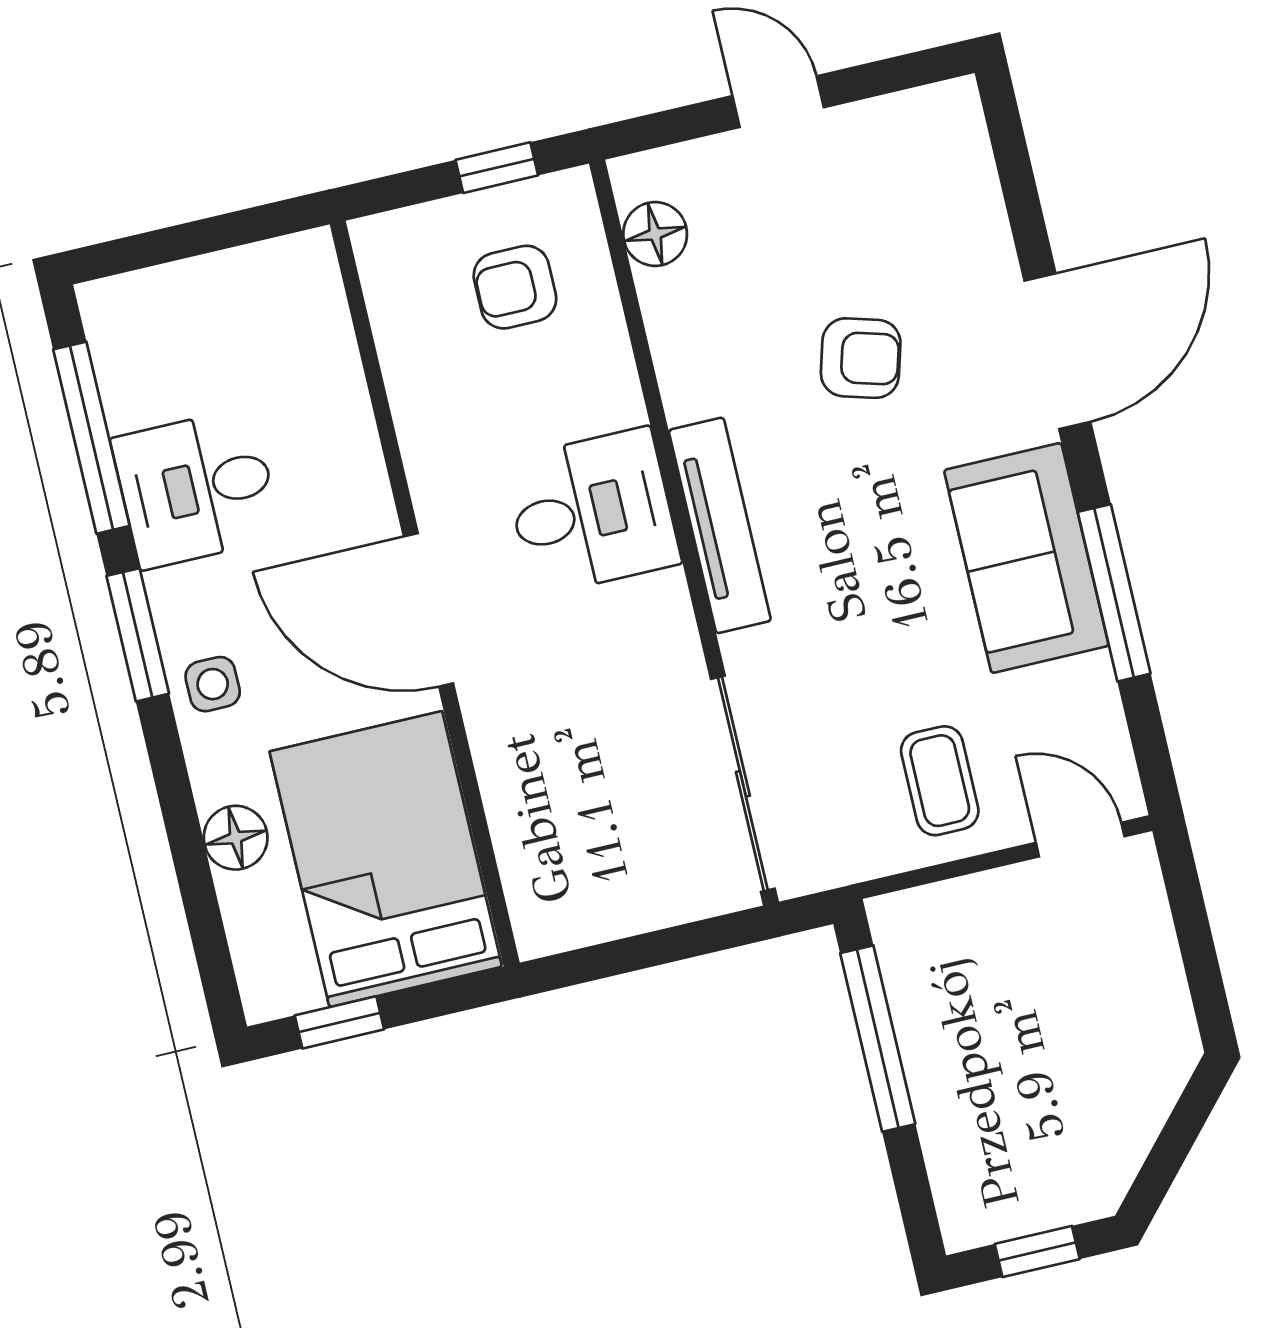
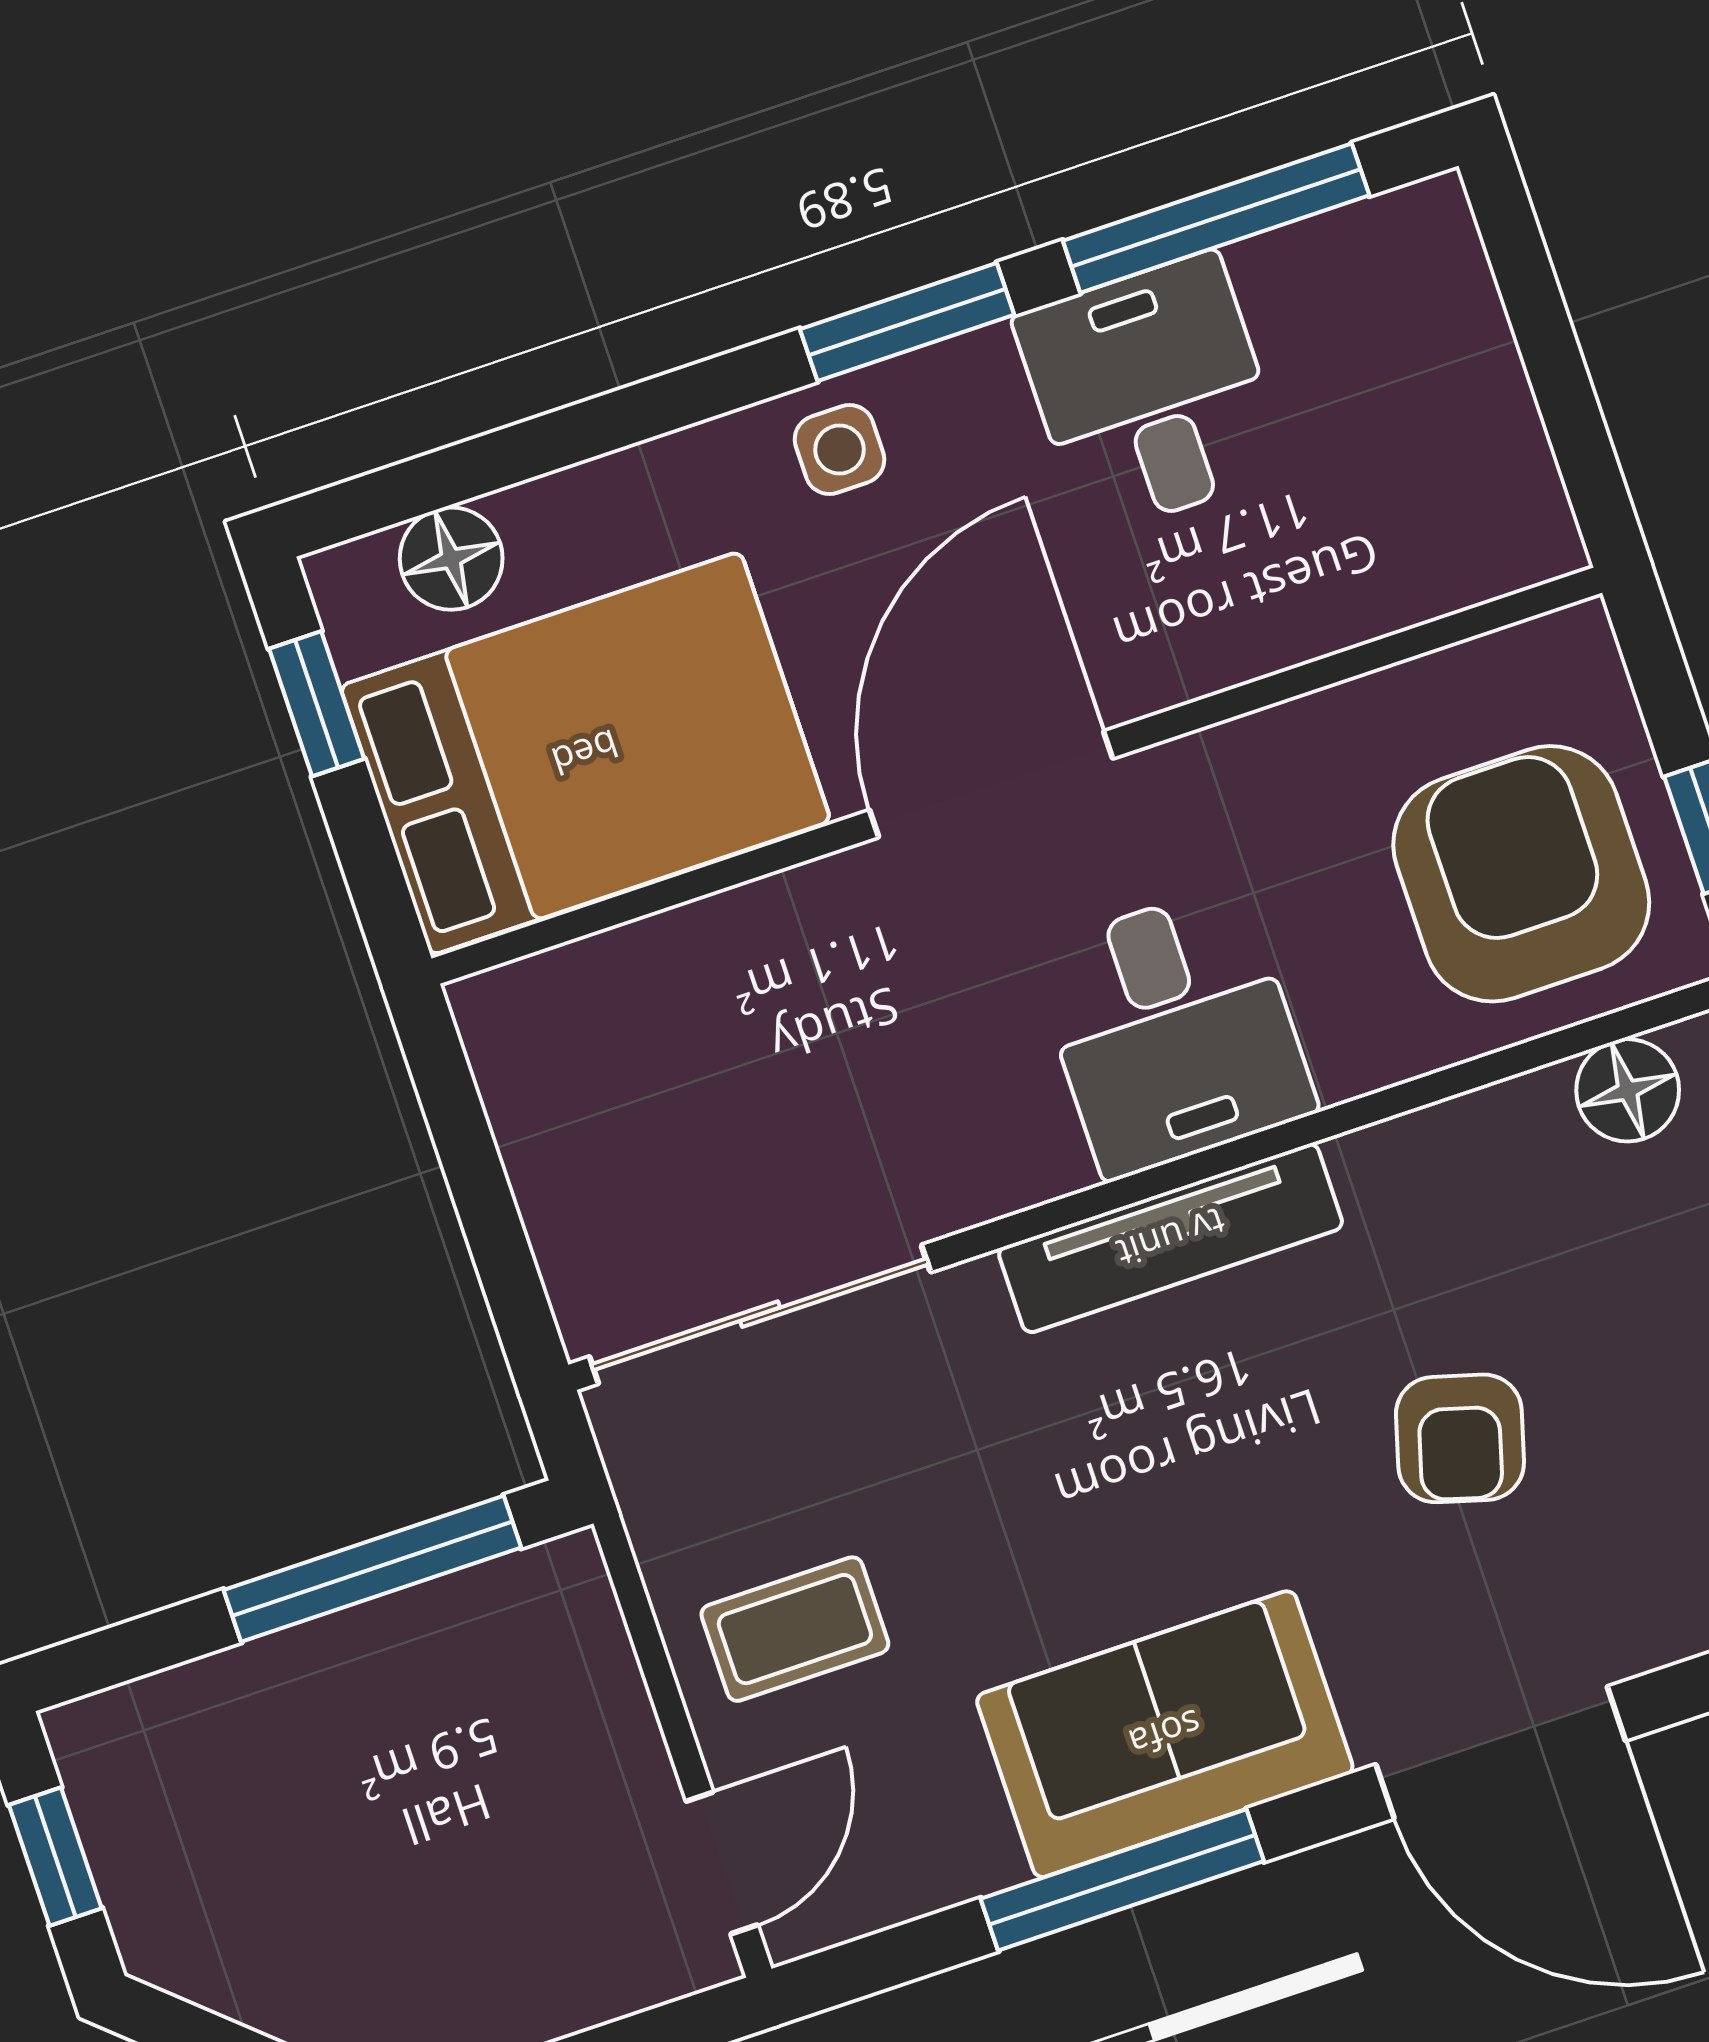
armchair: (515, 287) -> (1521, 874), width x1.88, depth x1.88
floor lamp: (236, 838) -> (451, 559), moved

